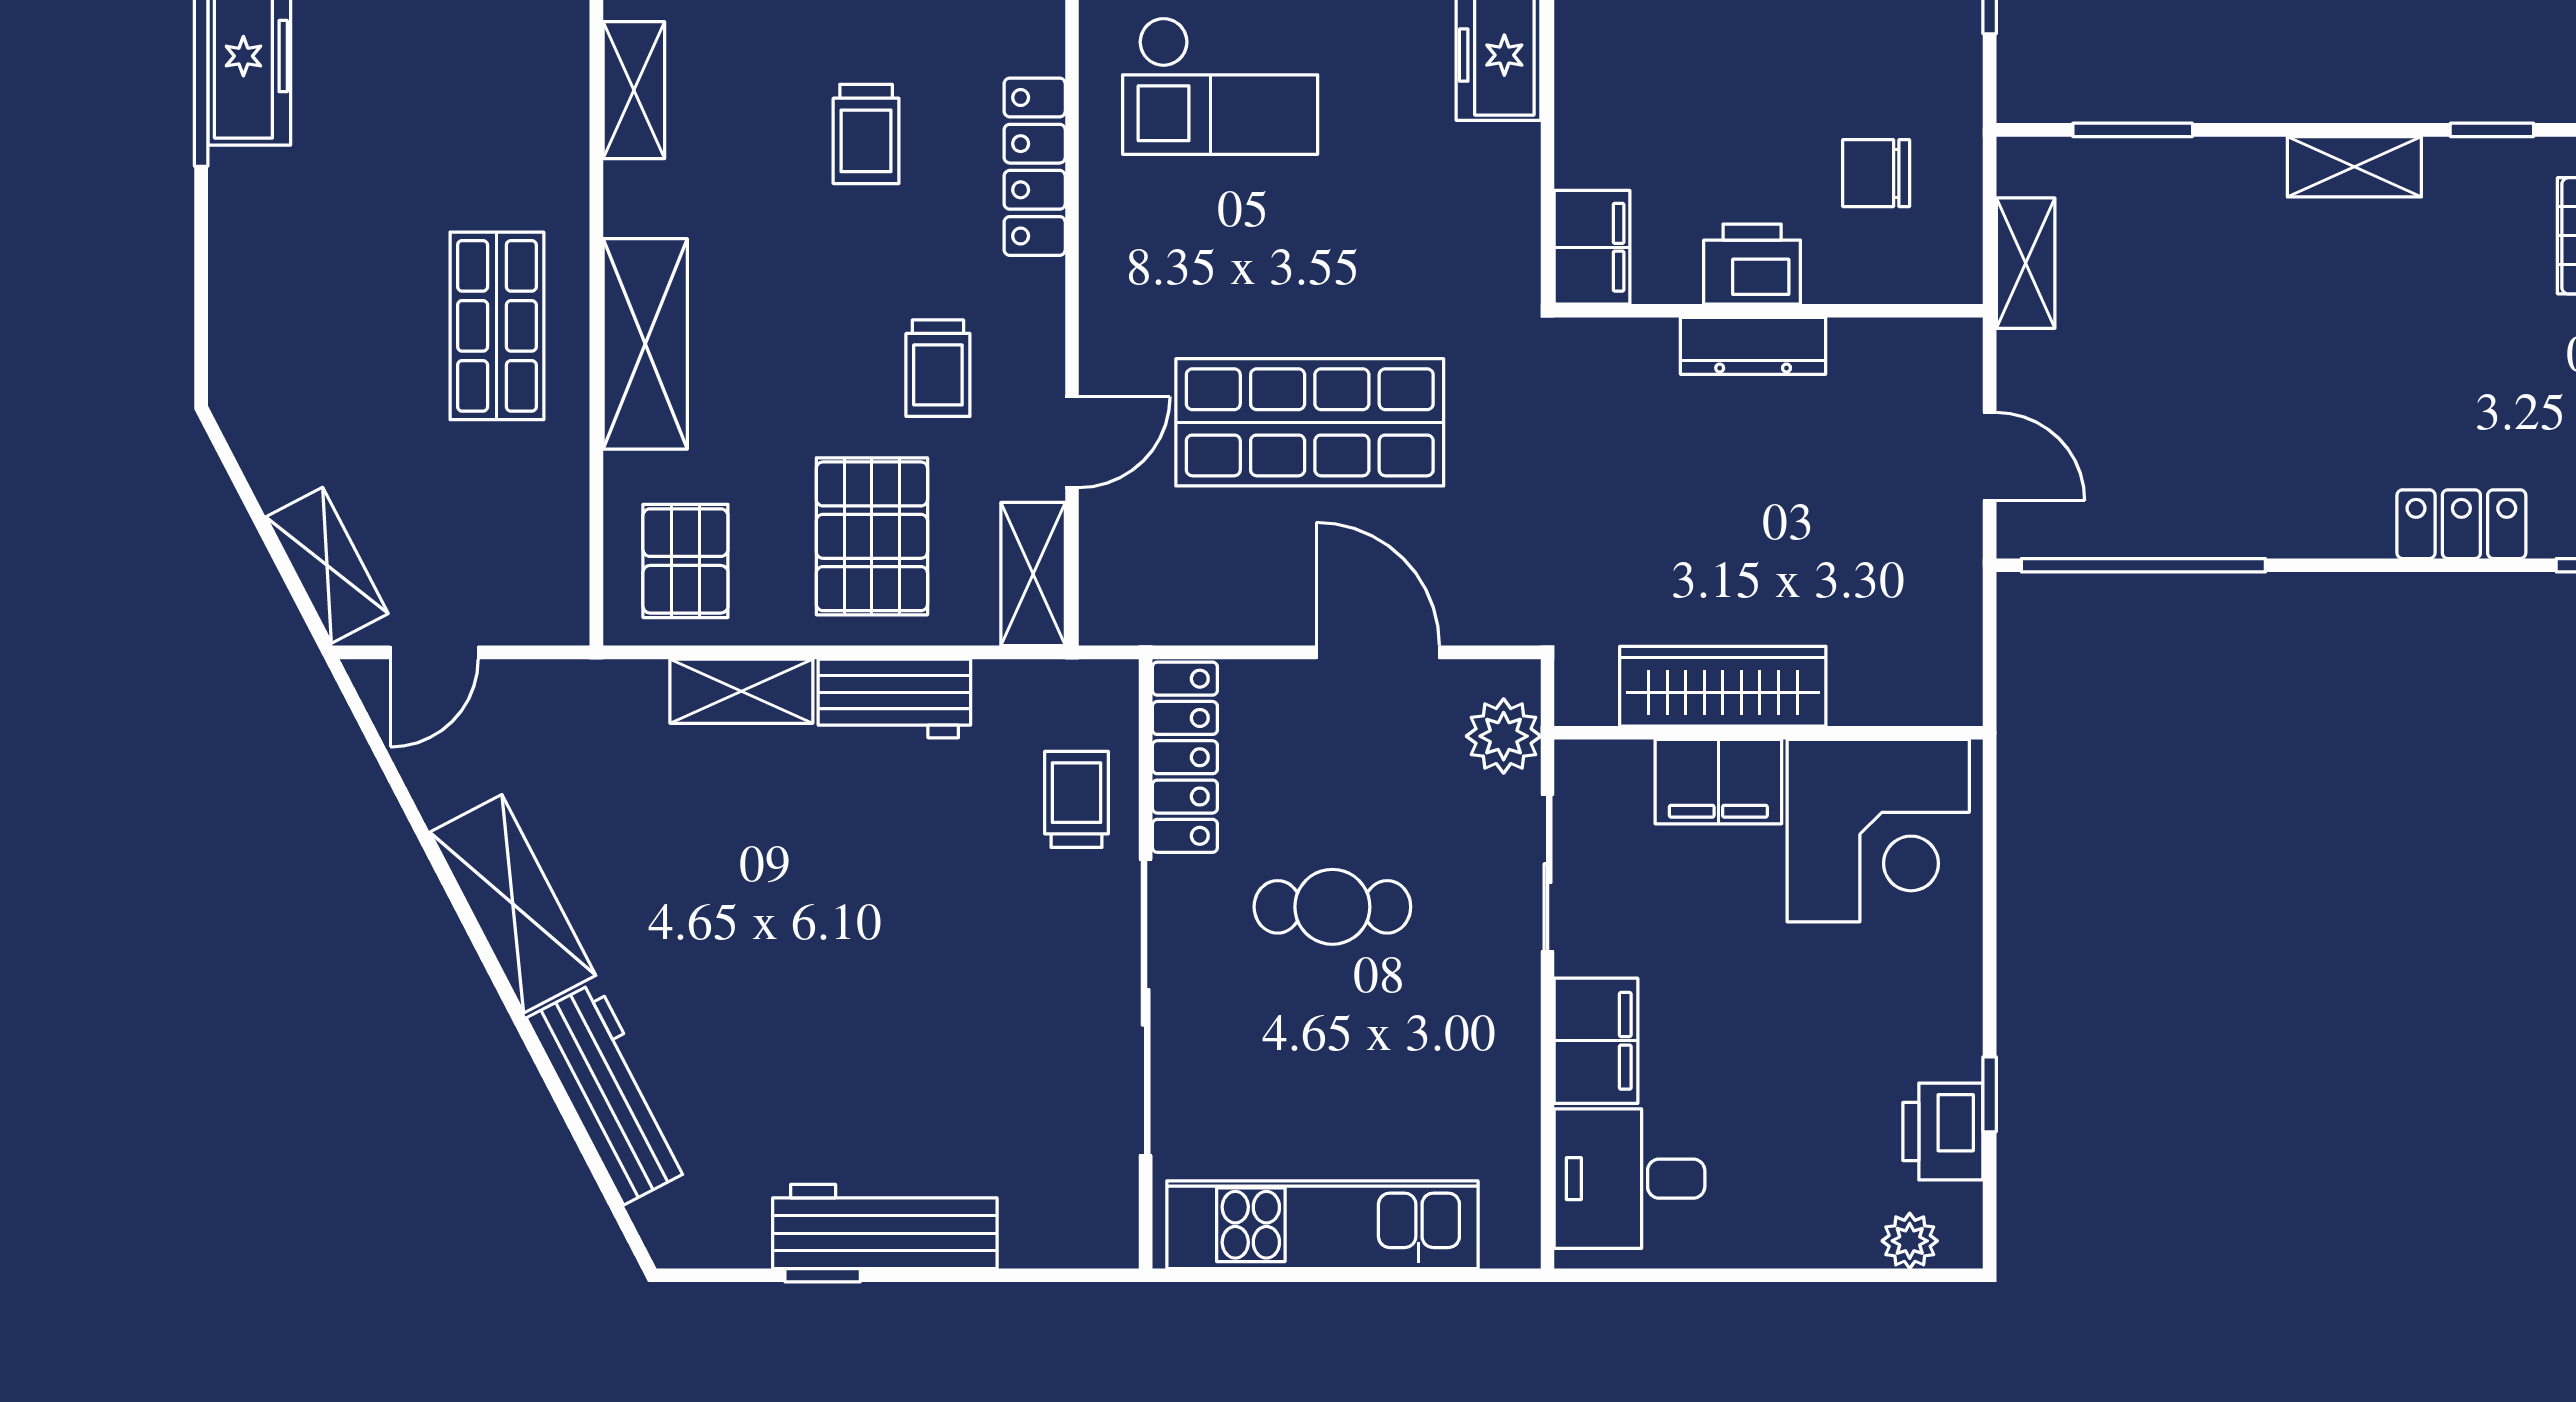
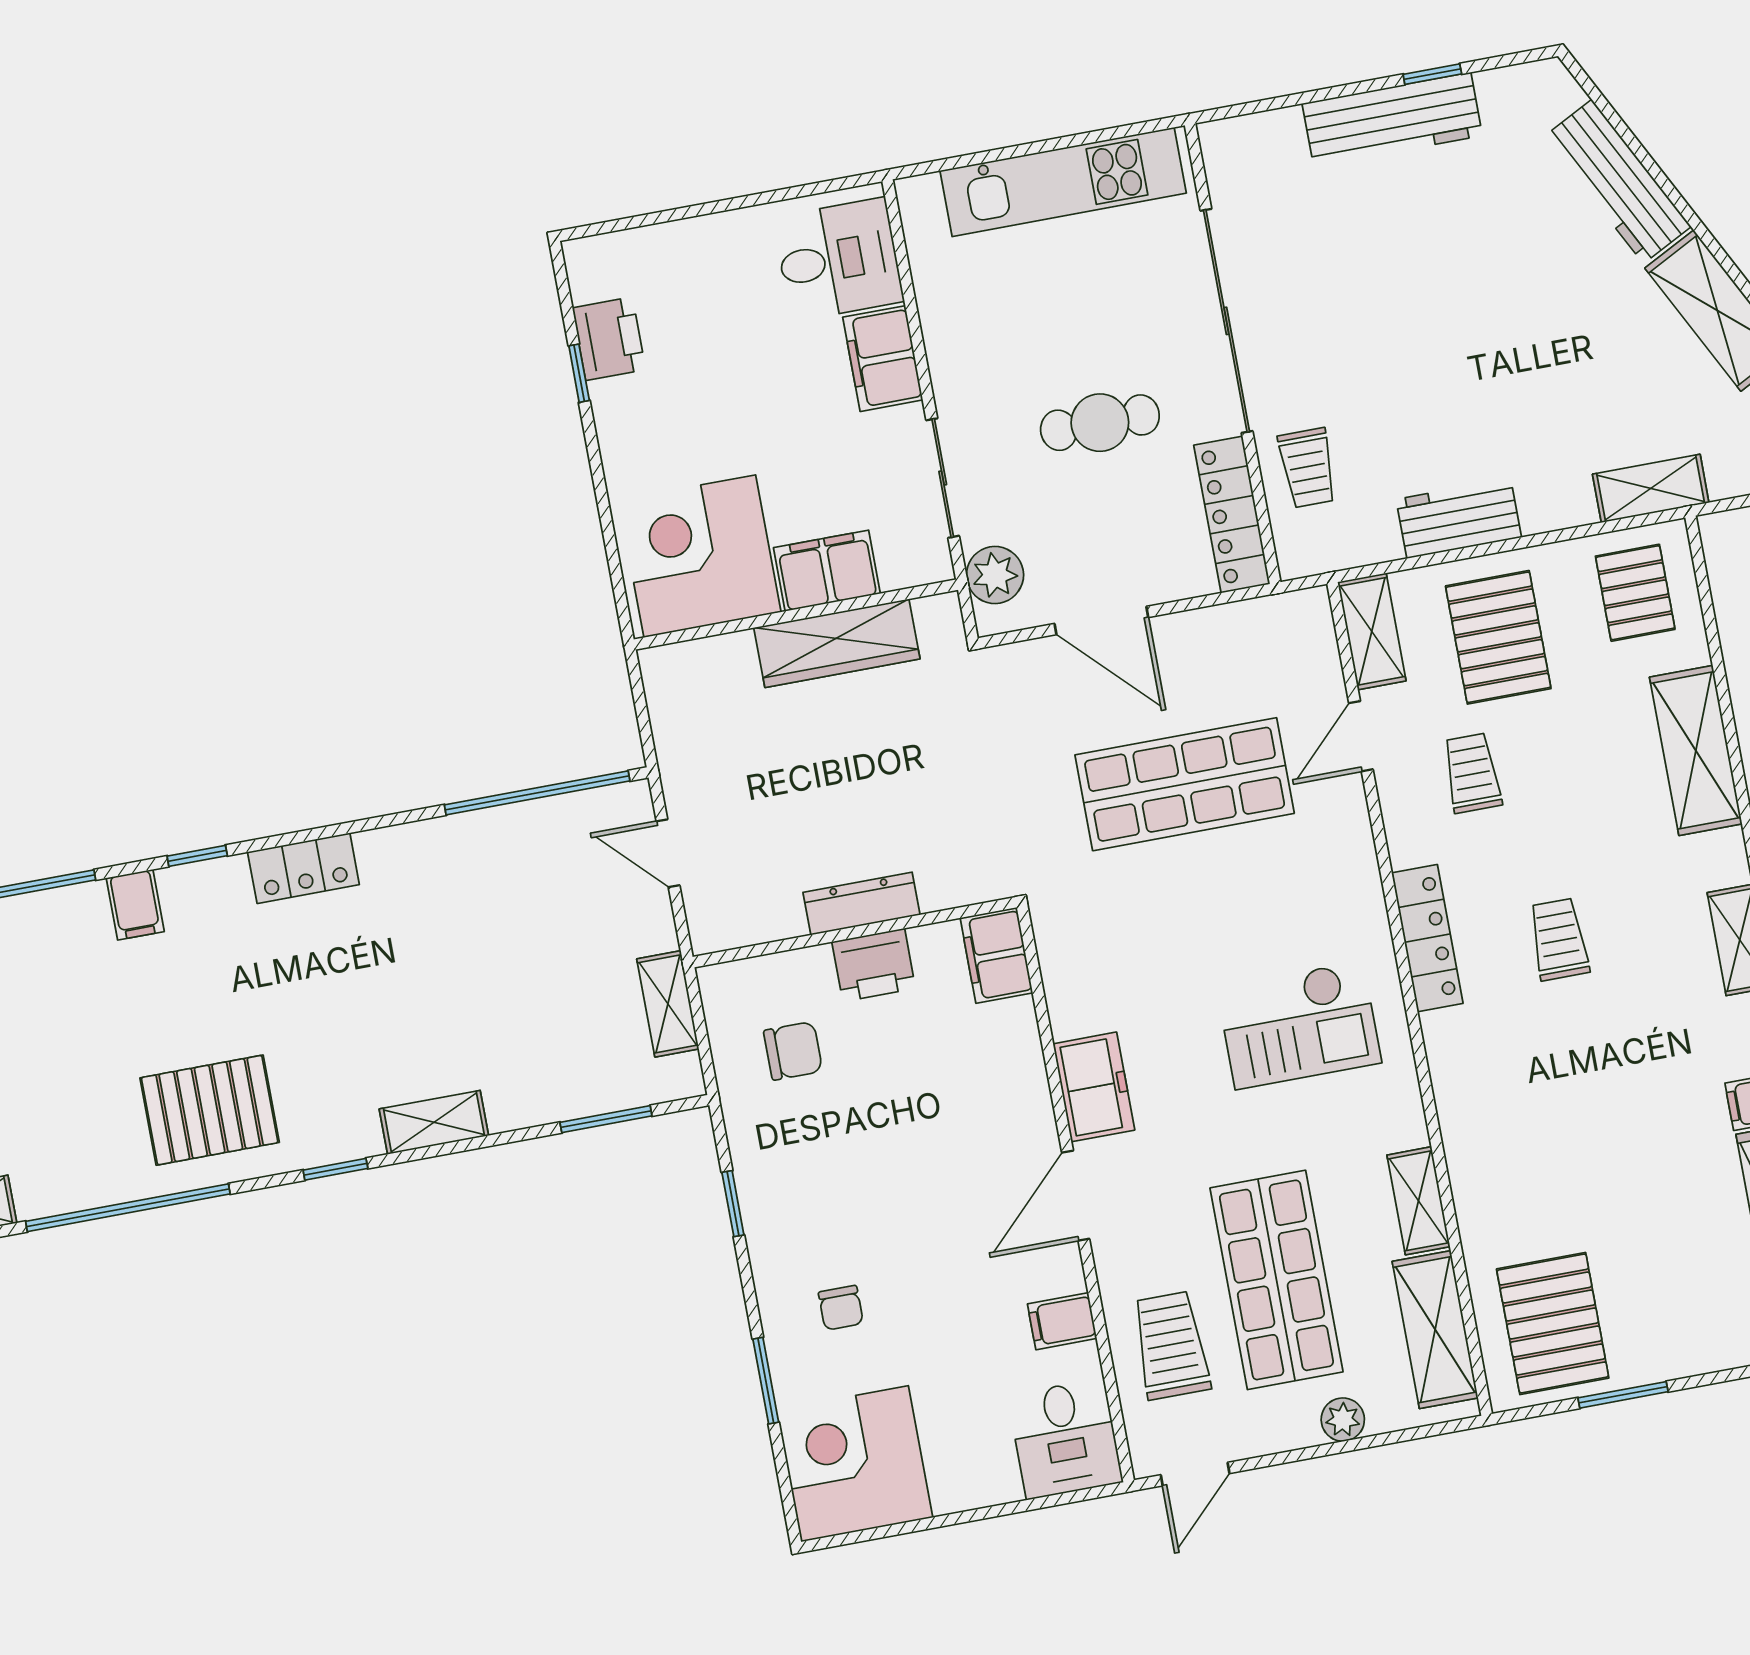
checkout: (1220, 86) -> (1299, 1025), turned 180
shelving: (741, 691) -> (1651, 488), moved
plant: (1910, 1241) -> (619, 252), removed

